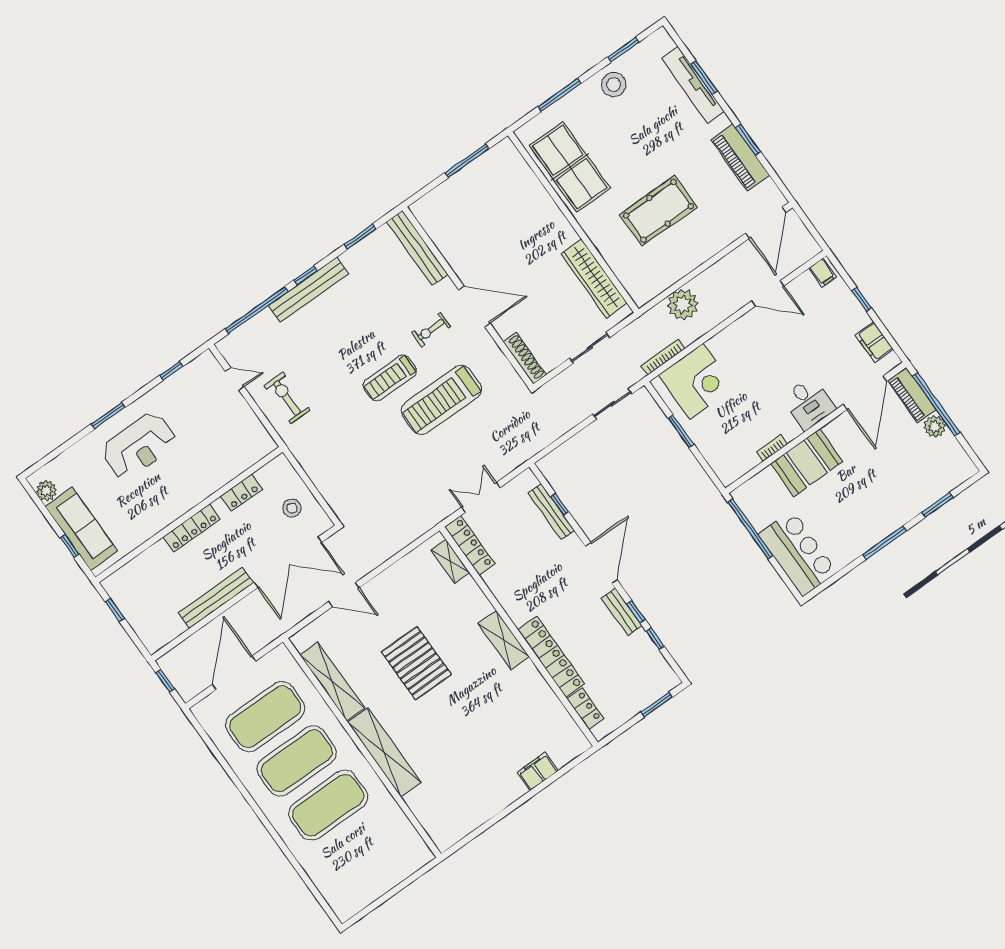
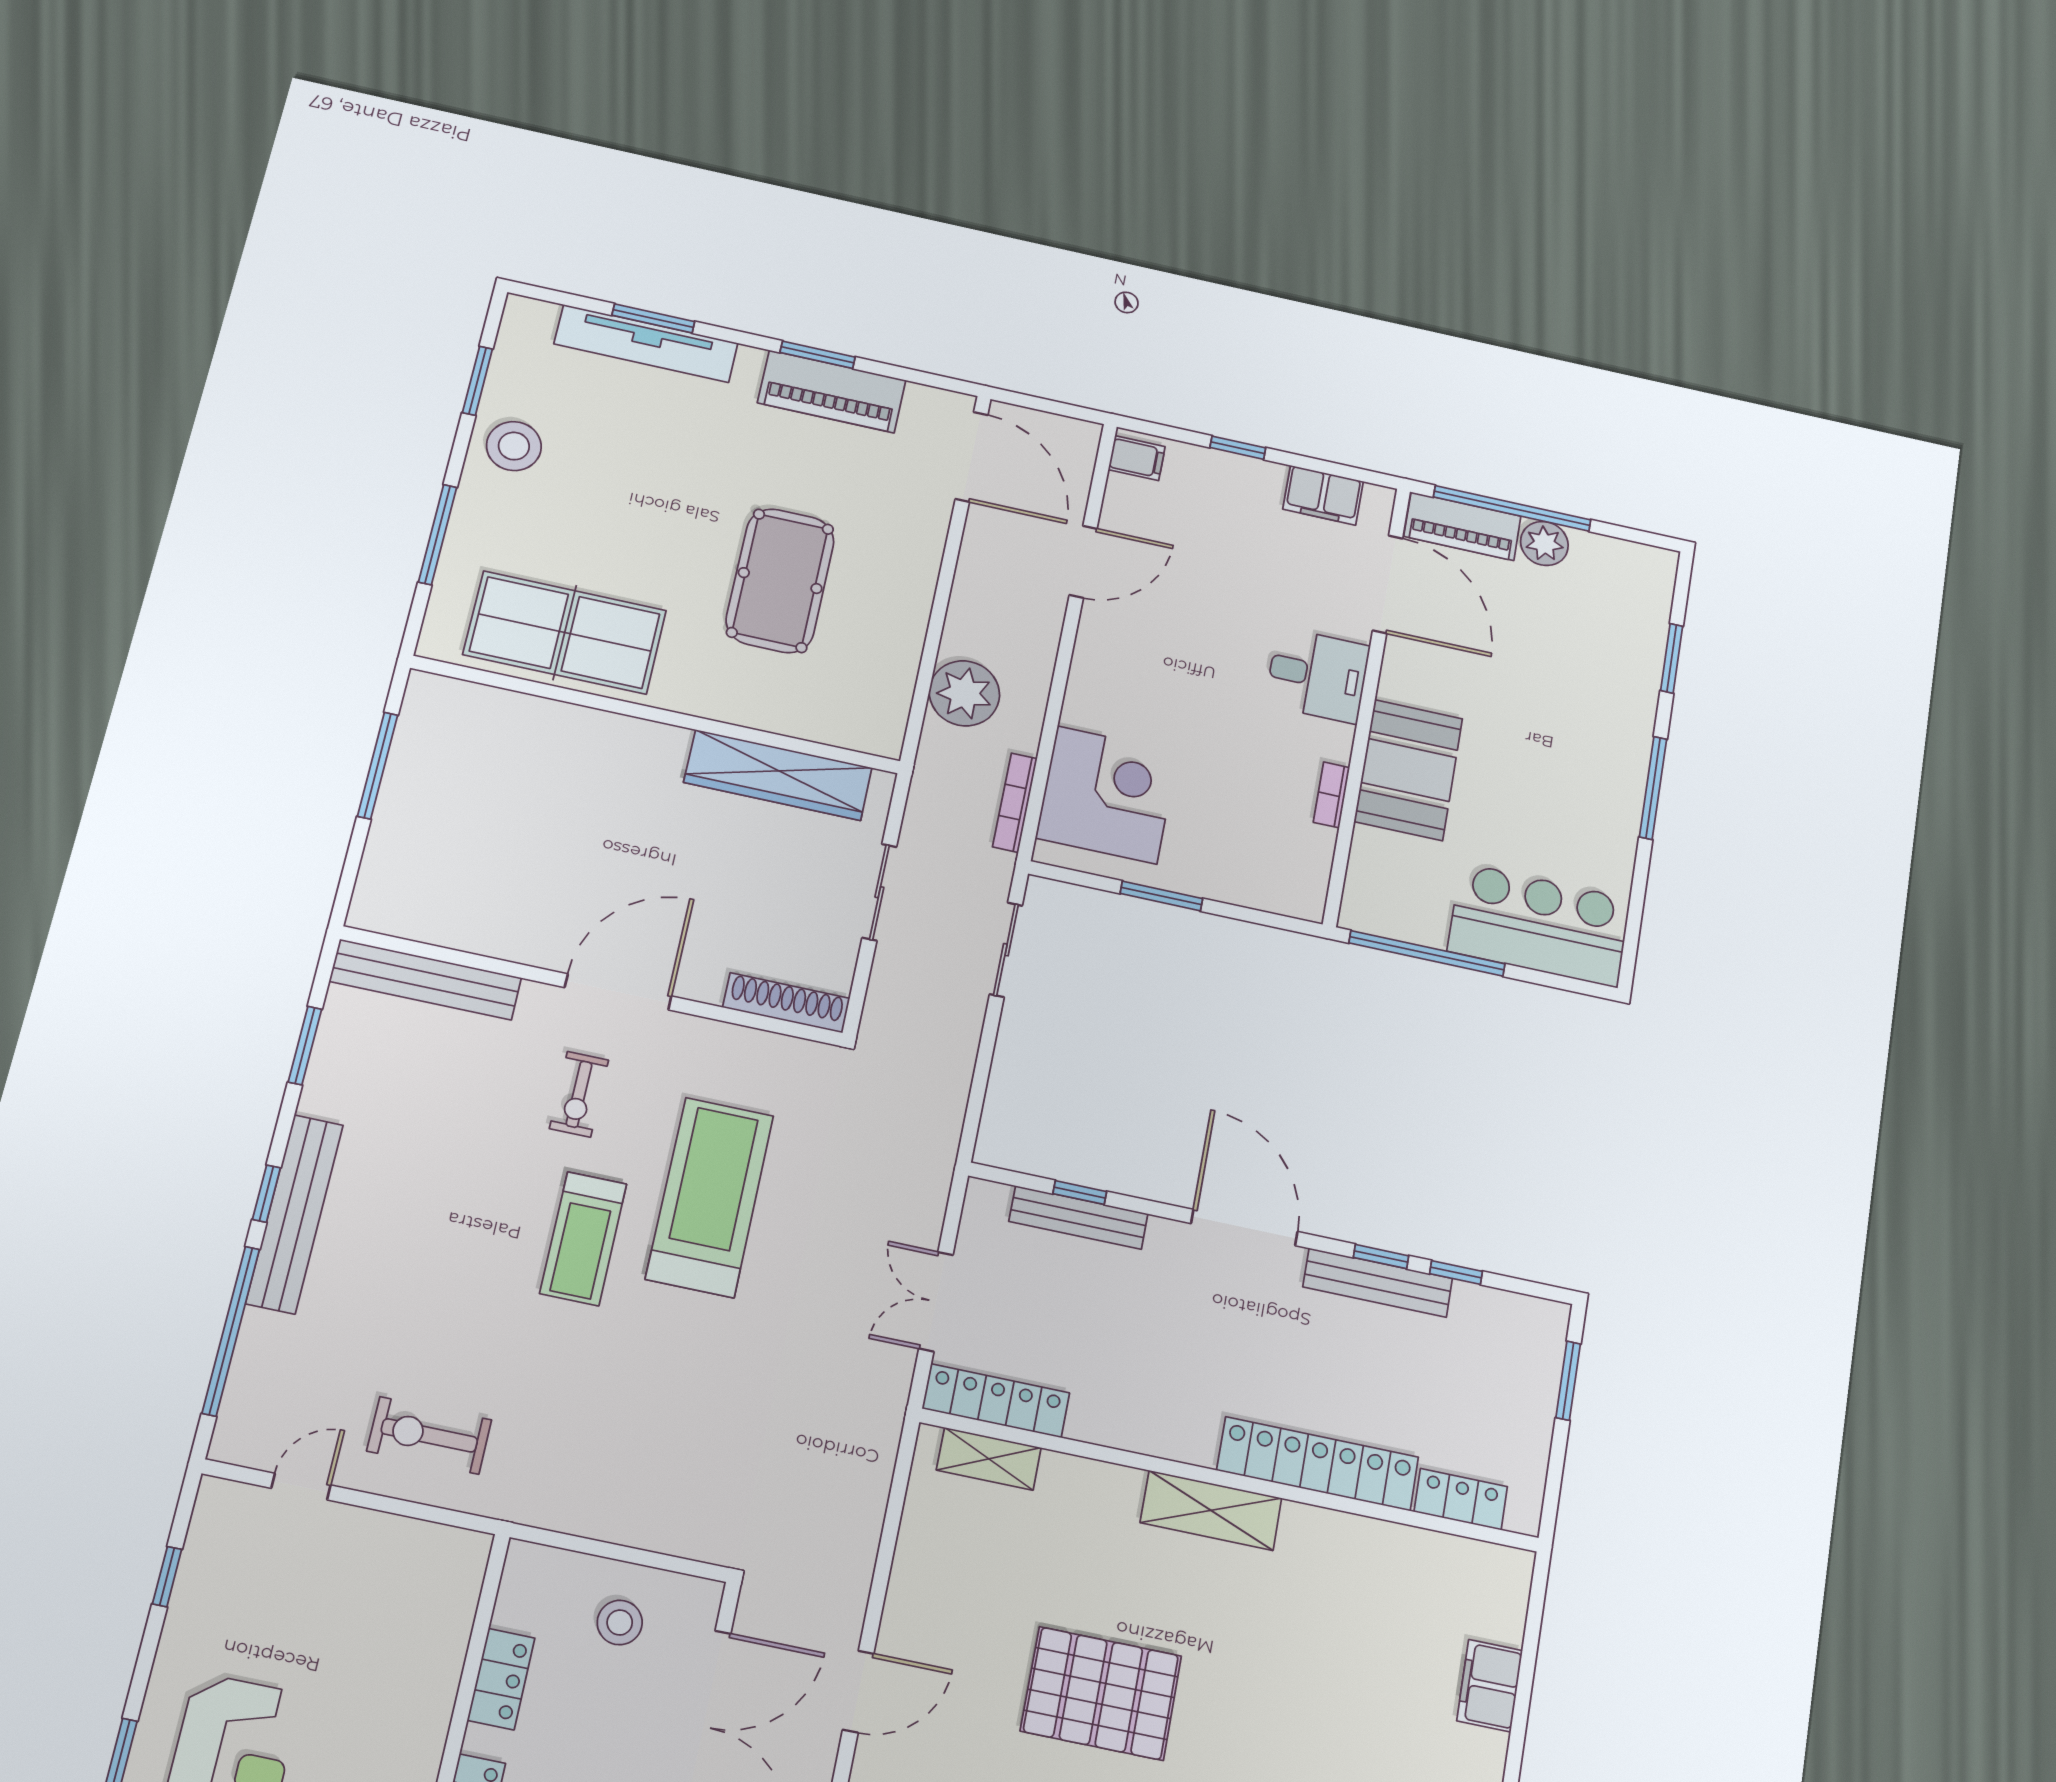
treadmill: (441, 400) -> (710, 1197), turned 180
bench: (622, 612) -> (1378, 1283), width x1.36

